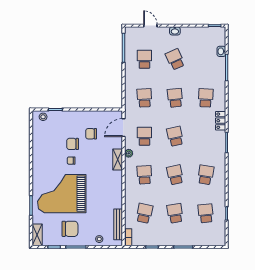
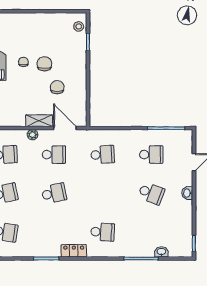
school desk: (175, 59) -> (151, 193), turned 45
school desk: (175, 98) -> (103, 193), removed
shelving: (118, 159) -> (39, 121), moved

